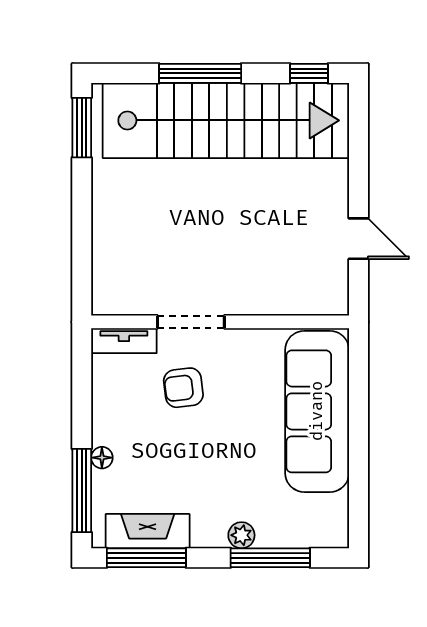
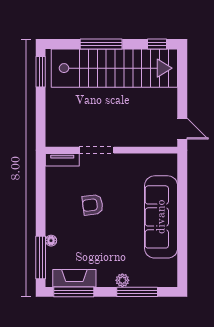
doorway: (191, 322) -> (97, 150), moved
wall: (220, 322) -> (111, 150), moved
tv unit: (124, 341) -> (62, 160), moved

